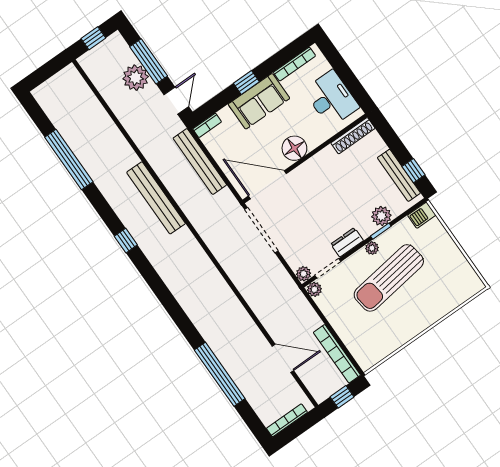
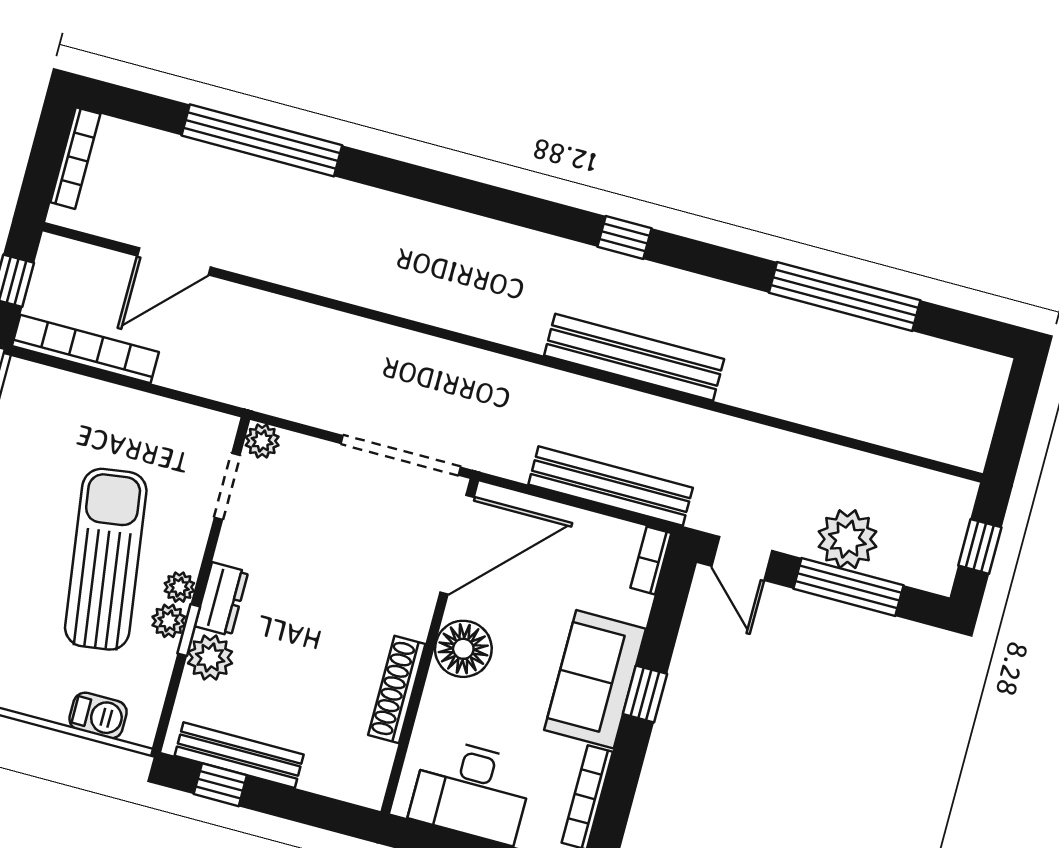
shoe rack: (353, 136) -> (397, 689), moved
barbecue: (422, 215) -> (98, 715), moved, turned 90
dresser: (347, 242) -> (222, 599), moved
plant: (314, 289) -> (169, 621), moved

